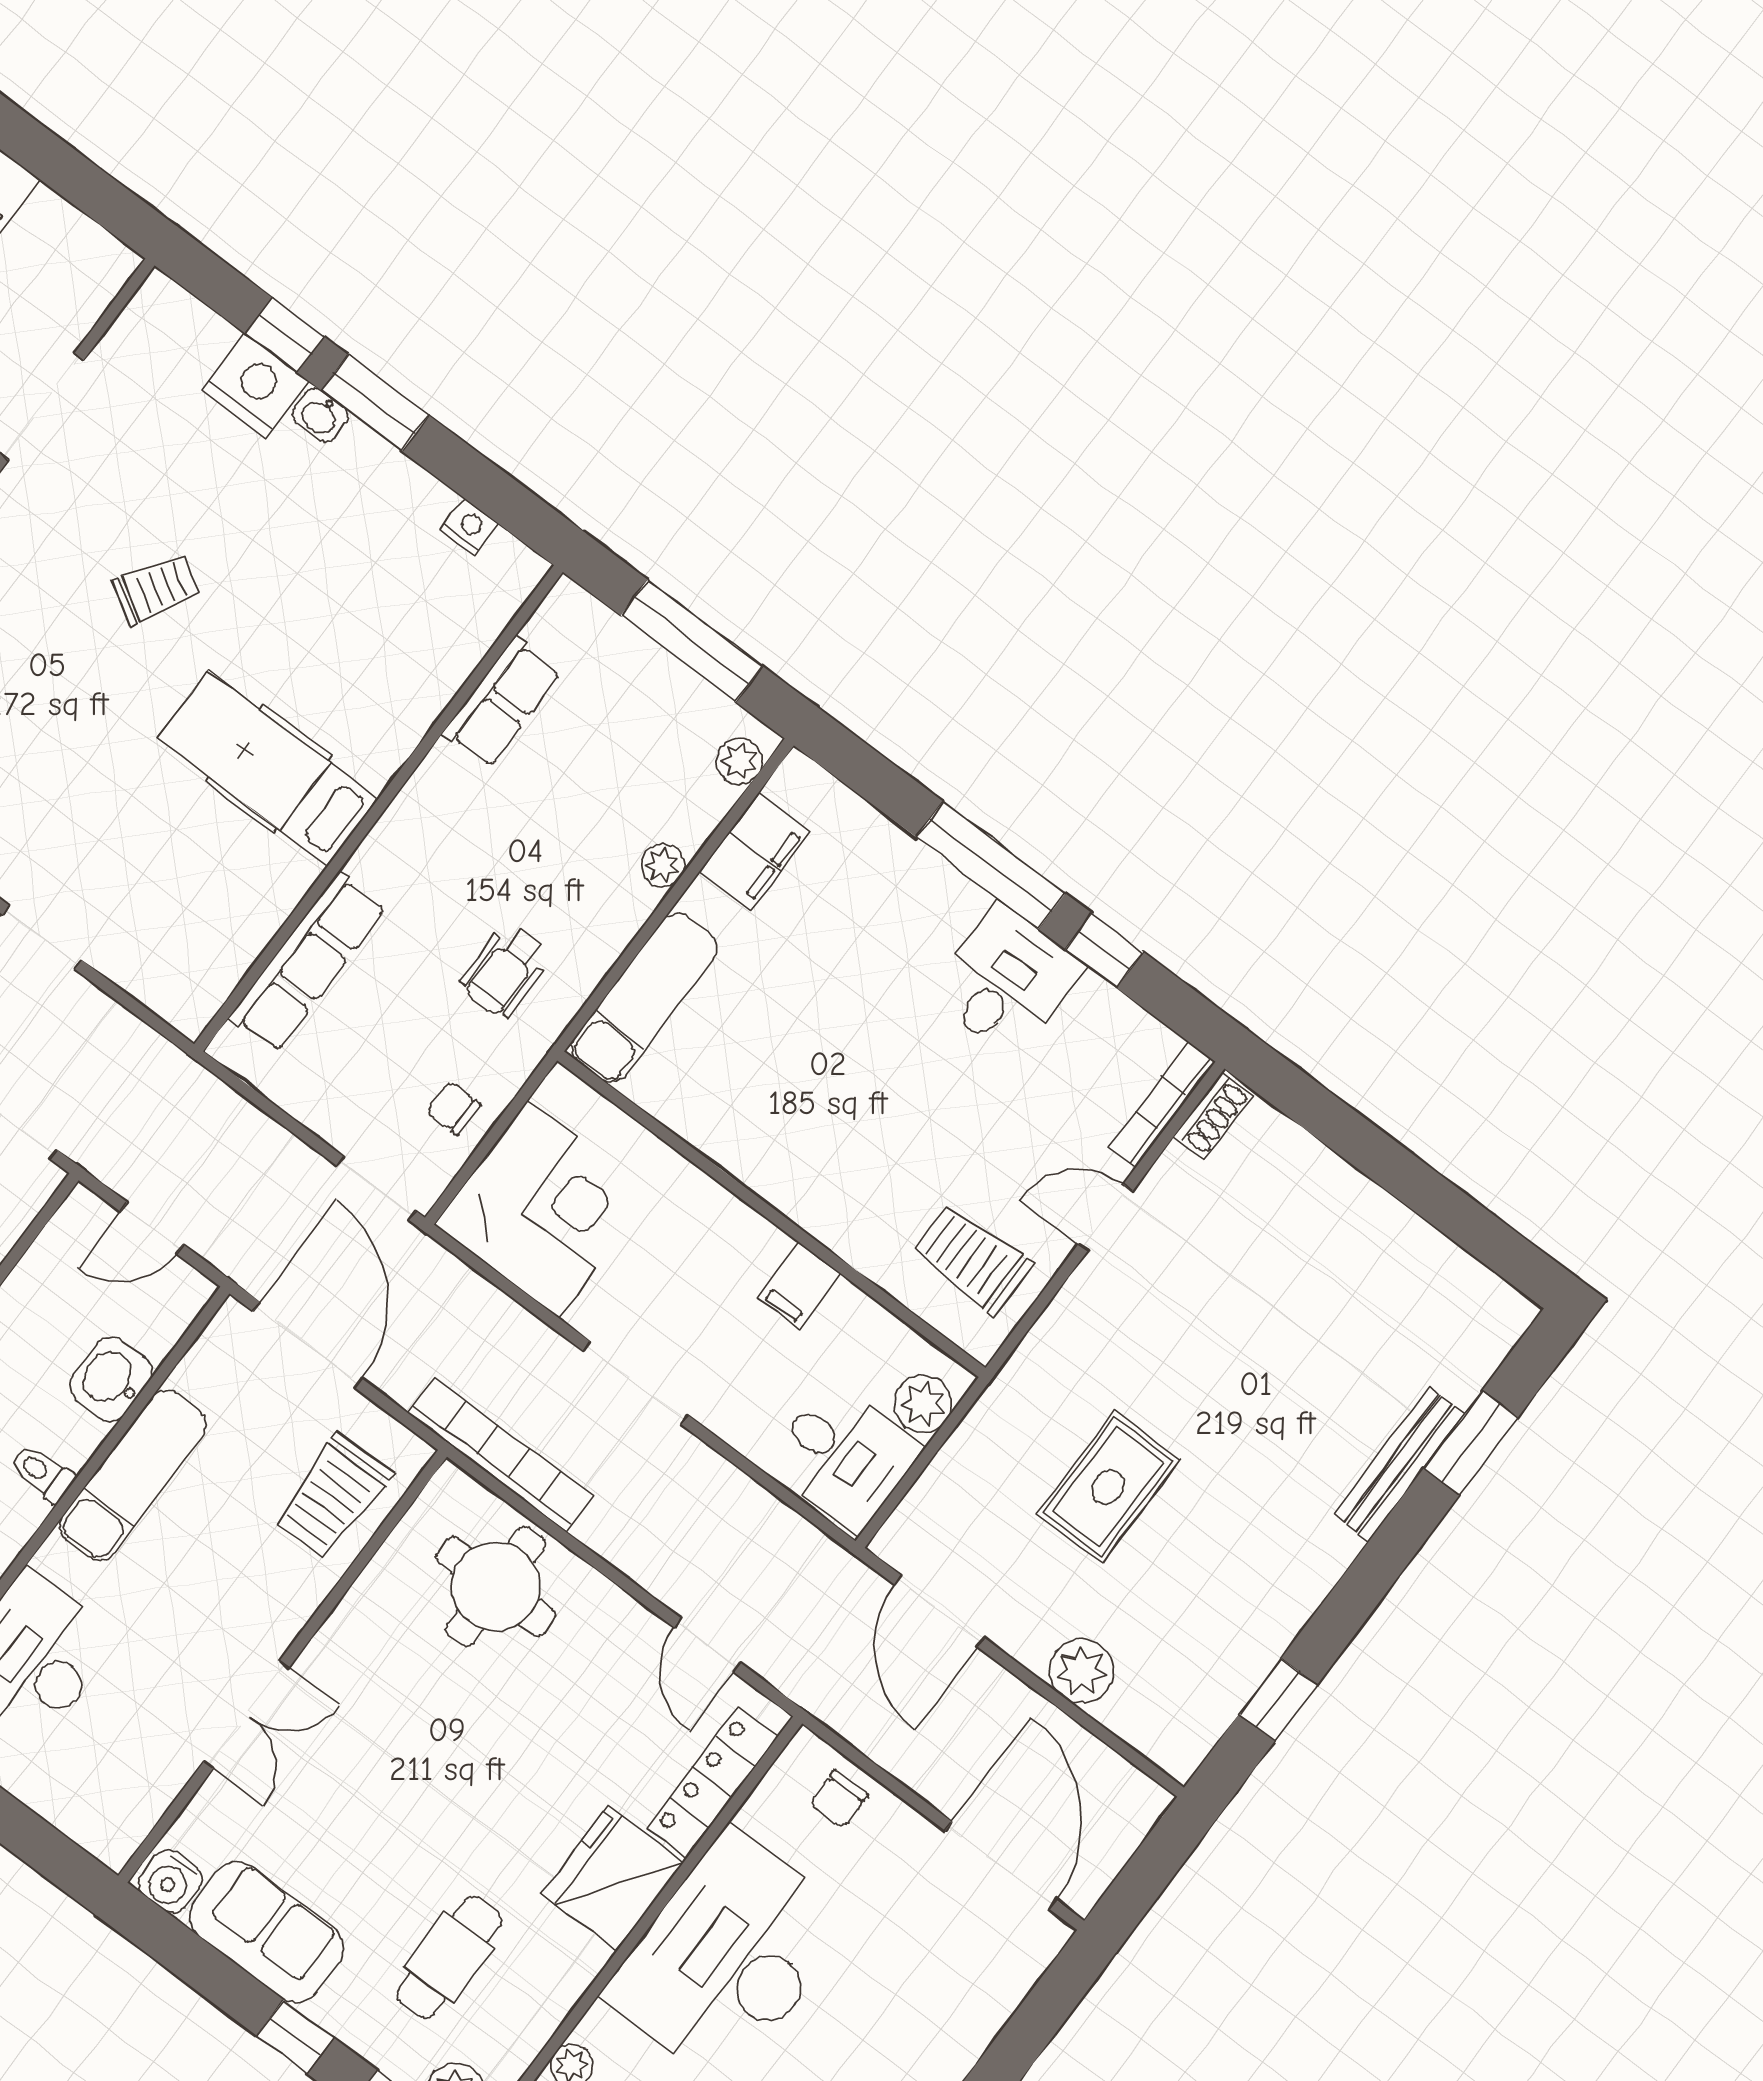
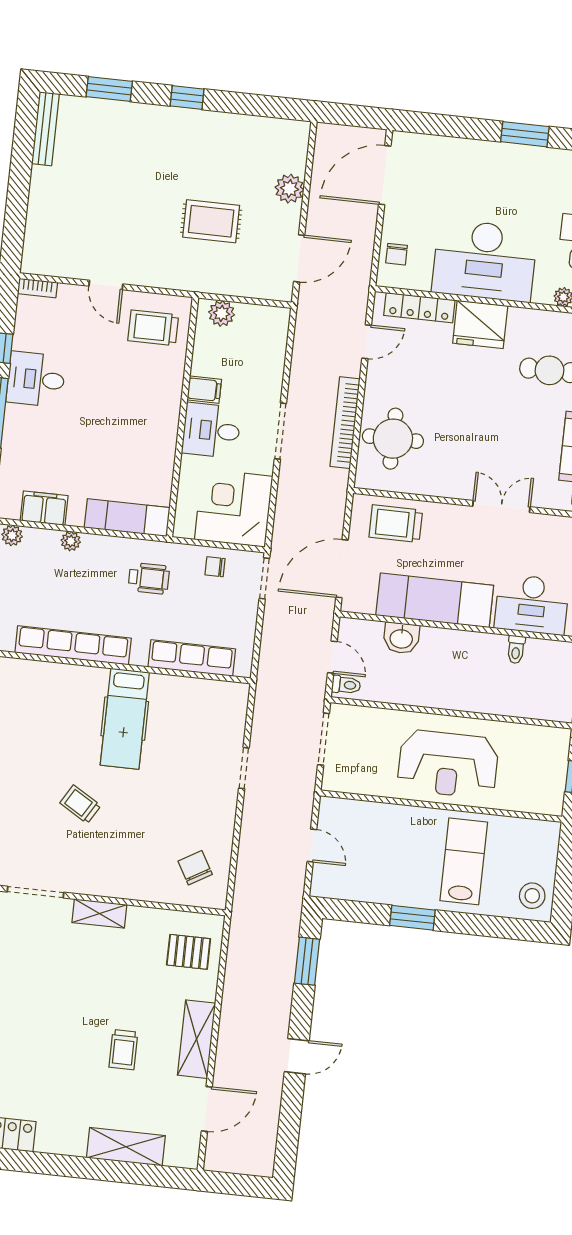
row of seats: (502, 703) -> (73, 645), width x2.02
bookcase: (1162, 1105) -> (37, 288), width x0.64
chair: (453, 1108) -> (215, 567), turned 90
shoe rack: (1213, 1115) -> (41, 266), removed
trolley: (972, 1259) -> (153, 328), turned 90
bookcase: (500, 1455) -> (345, 423), moved
desk: (844, 1456) -> (211, 430), moved, turned -90
bench: (1399, 1464) -> (45, 129), moved, turned 90
toilet: (42, 1473) -> (346, 685), moved, turned -90
exam couch: (133, 1475) -> (435, 600), width x1.36, depth x1.45
trolley: (333, 1497) -> (396, 524), turned 180
window: (1278, 1700) -> (187, 97), moved
chair: (839, 1799) -> (397, 254), turned 90

